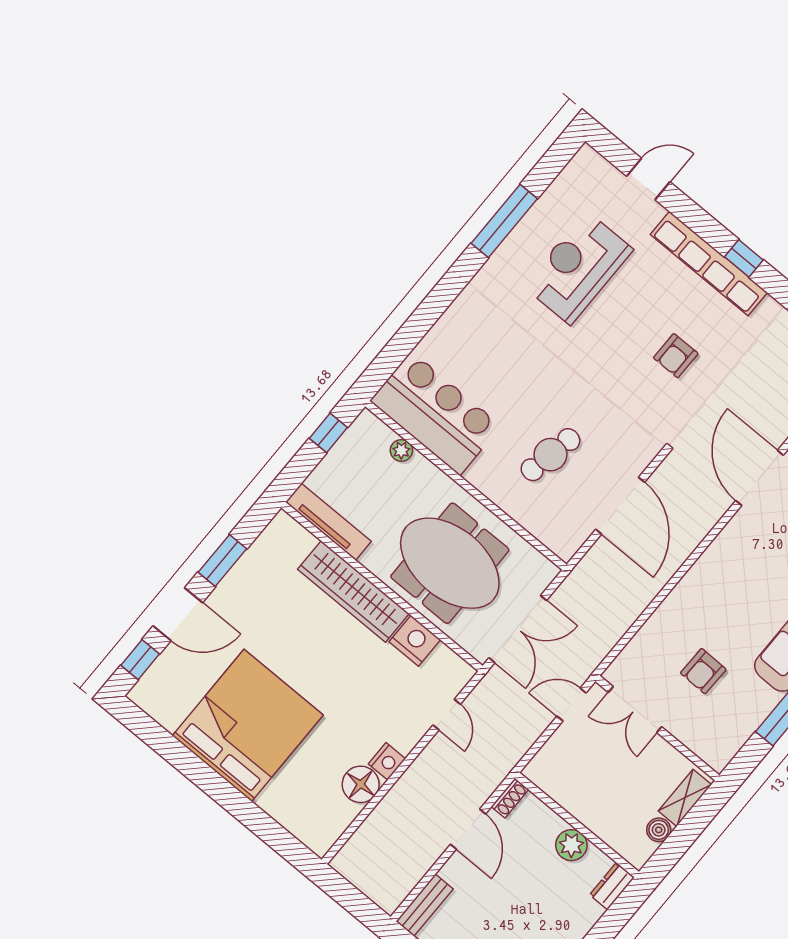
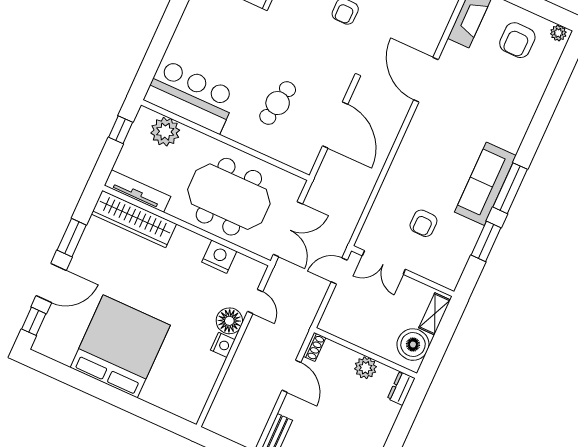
plant: (401, 450) -> (165, 132), width x1.87, depth x1.87
wardrobe: (353, 591) -> (134, 219), moved
floor lamp: (361, 784) -> (229, 321), moved
boiler: (659, 830) -> (413, 345), width x1.86, depth x1.86

